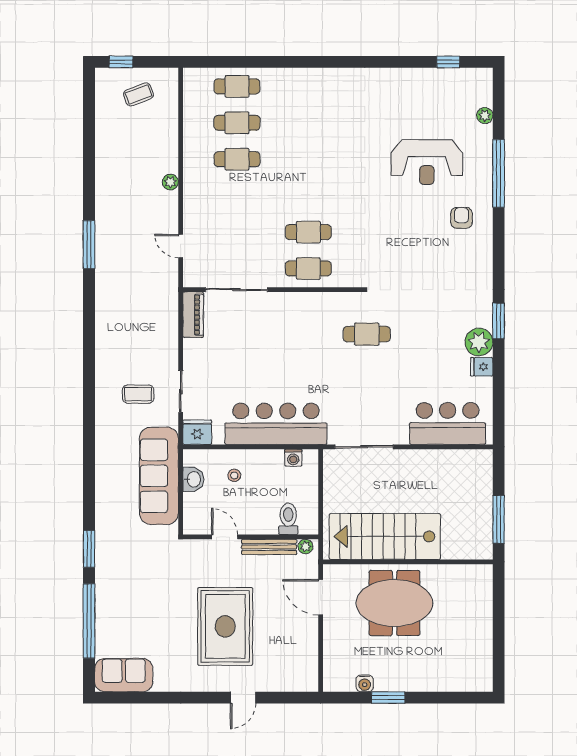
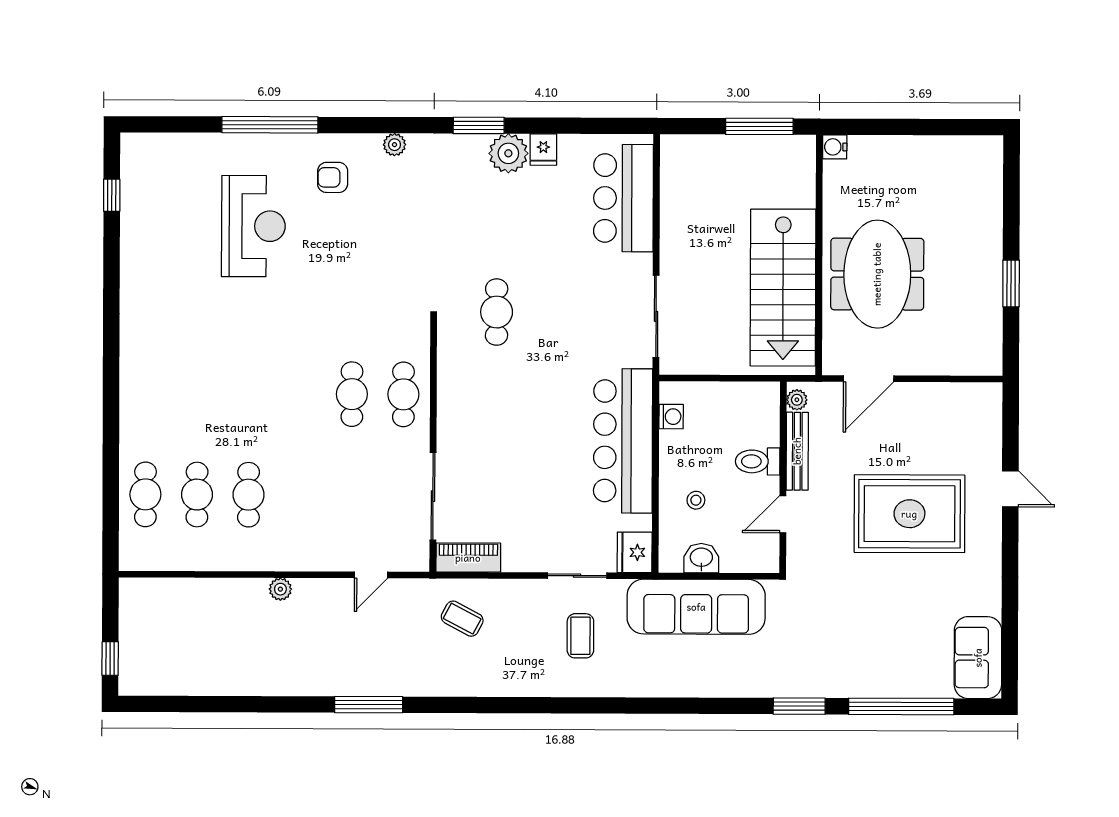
coffee table: (138, 94) -> (462, 619), moved, turned -41
plant: (485, 116) -> (395, 145), moved
toilet: (288, 519) -> (758, 461), moved
water cooler: (365, 683) -> (835, 147), moved, turned 180

